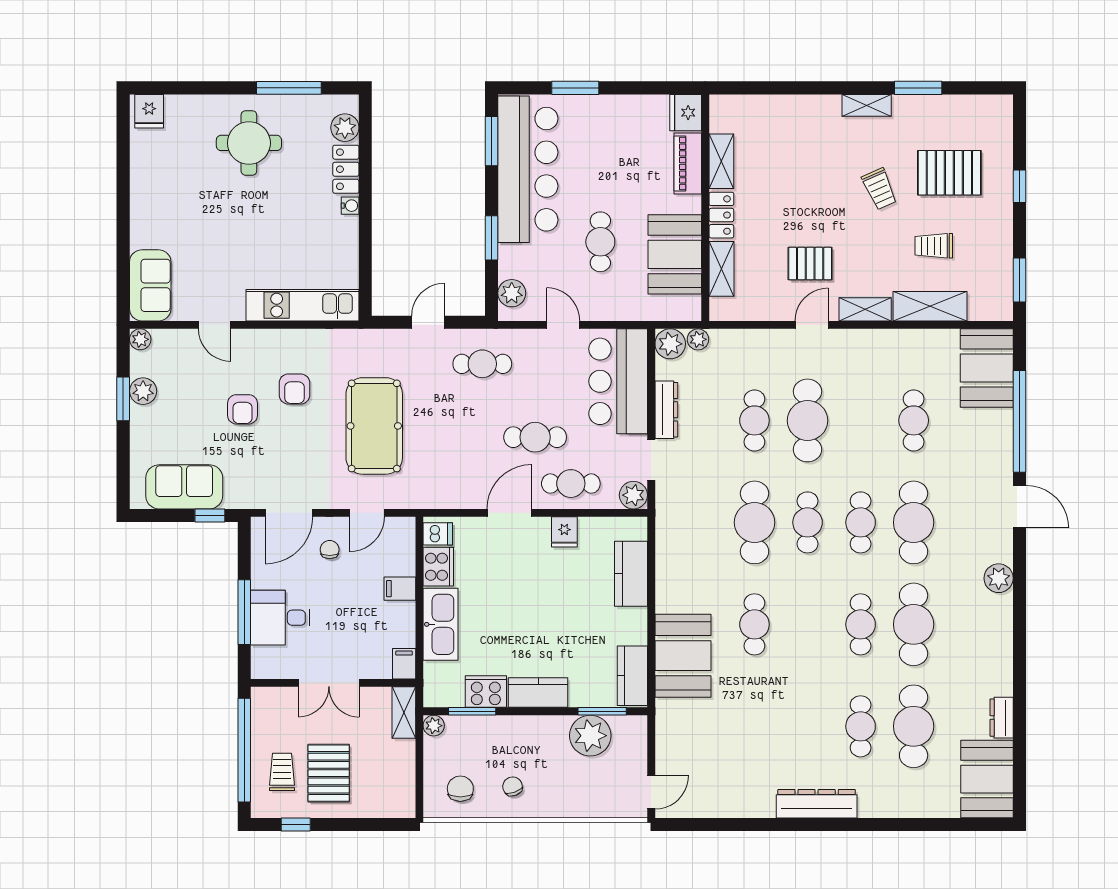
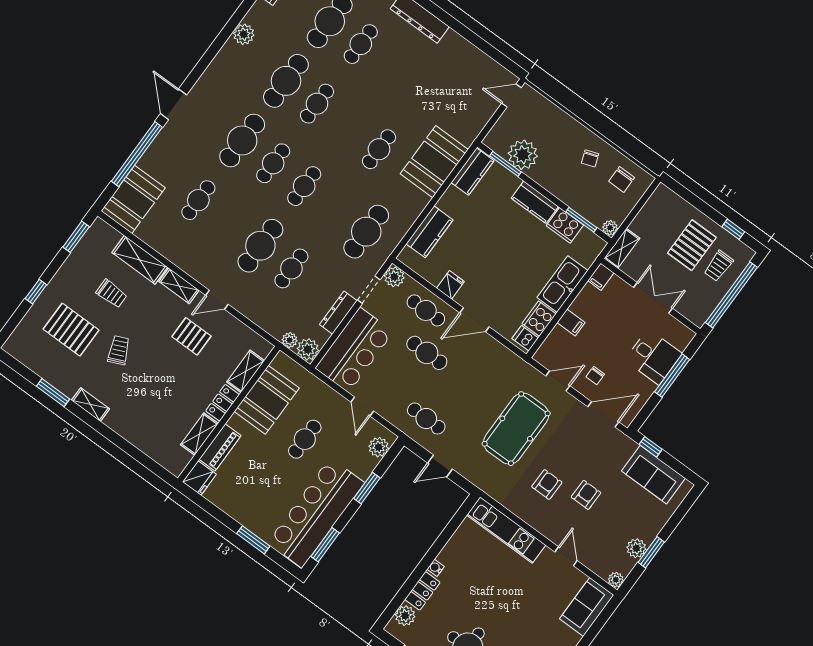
cafe table: (754, 522) -> (366, 232), moved
plant: (999, 578) -> (244, 34), moved

